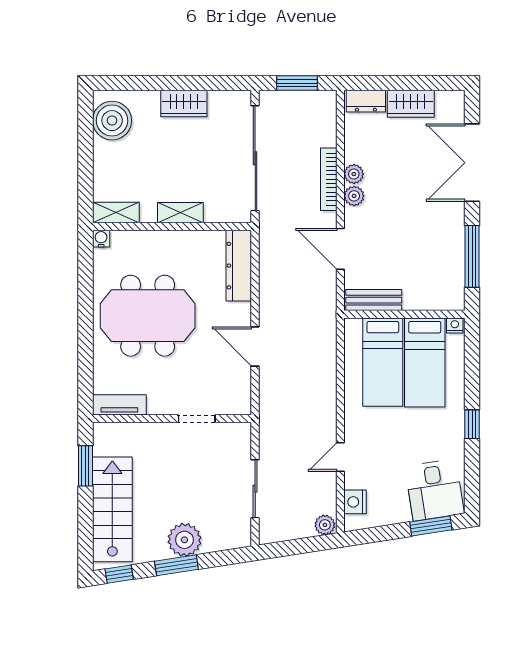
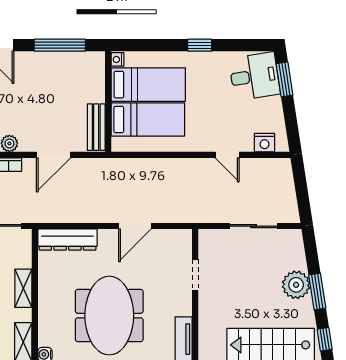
plant: (325, 525) -> (284, 168), removed

